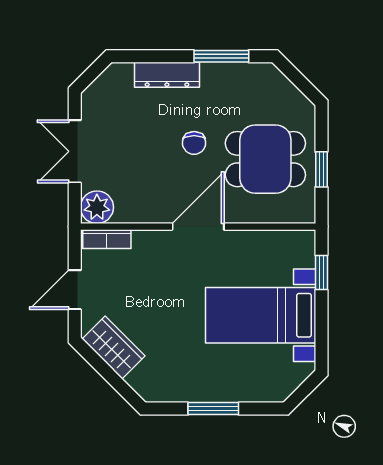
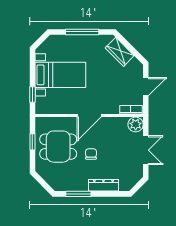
wardrobe: (114, 347) -> (120, 52), moved
window: (213, 409) -> (82, 32), width x1.44

